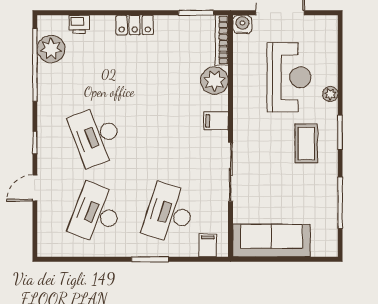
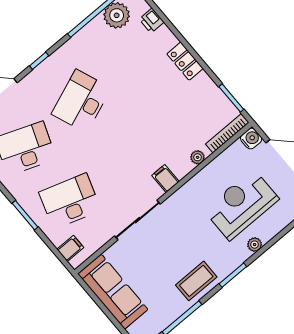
reception desk: (289, 77) -> (241, 205), turned 180
plant: (214, 81) -> (198, 157), width x0.53, depth x0.53
coffee table: (306, 143) -> (196, 281), moved

